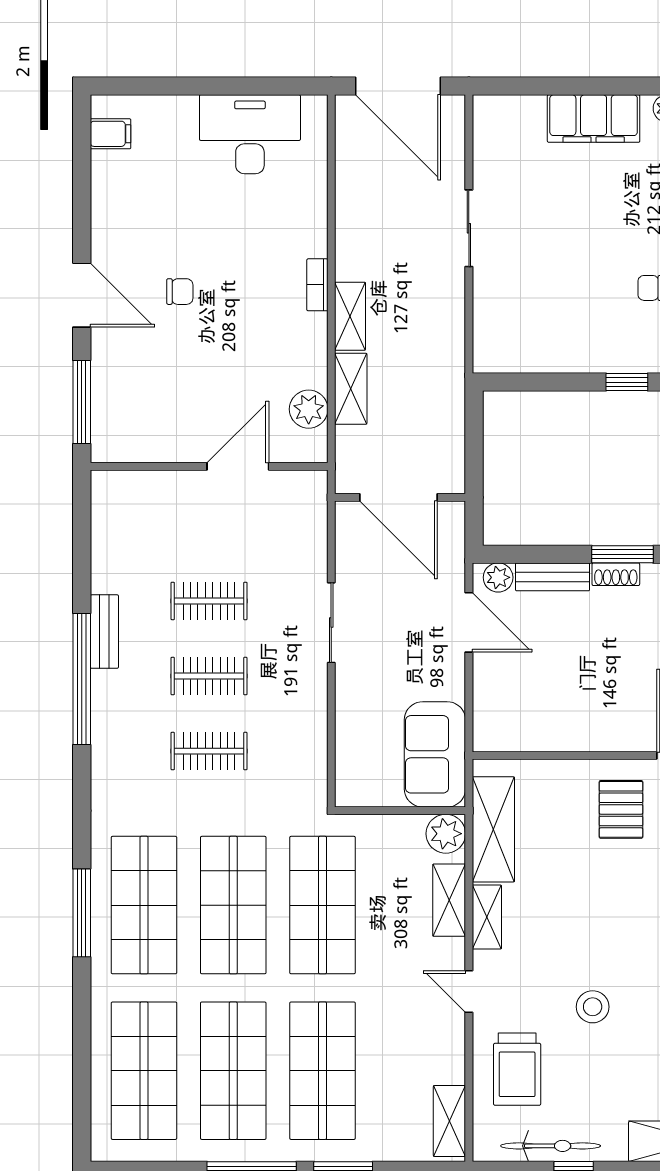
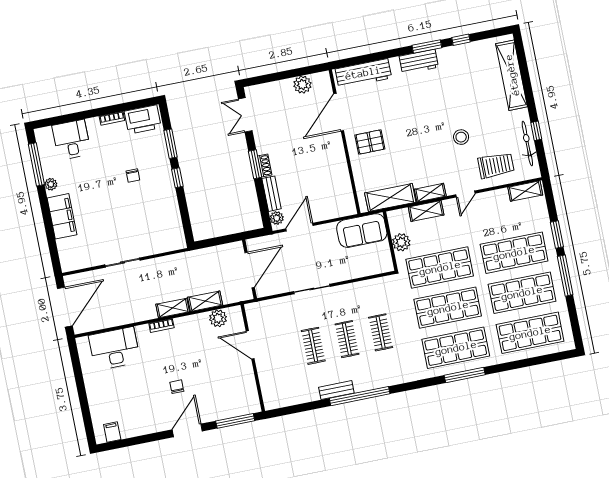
desk: (250, 134) -> (114, 349), moved, turned 90
plant: (446, 834) -> (401, 242), moved

